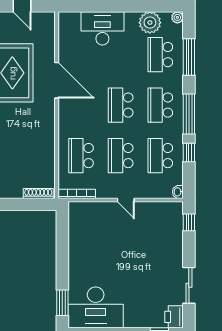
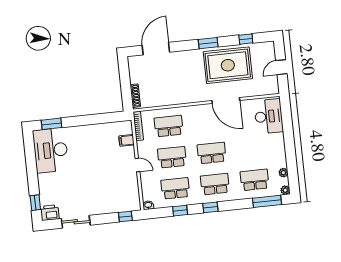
plant: (150, 23) -> (283, 173), width x0.53, depth x0.53
desk: (102, 28) -> (269, 116), moved
window: (189, 57) -> (267, 201), moved
door: (57, 80) -> (226, 101), hinge flipped
window: (189, 114) -> (210, 207), width x0.46
door: (126, 200) -> (137, 165), swing flipped
filing cabinet: (93, 210) -> (127, 140), added

